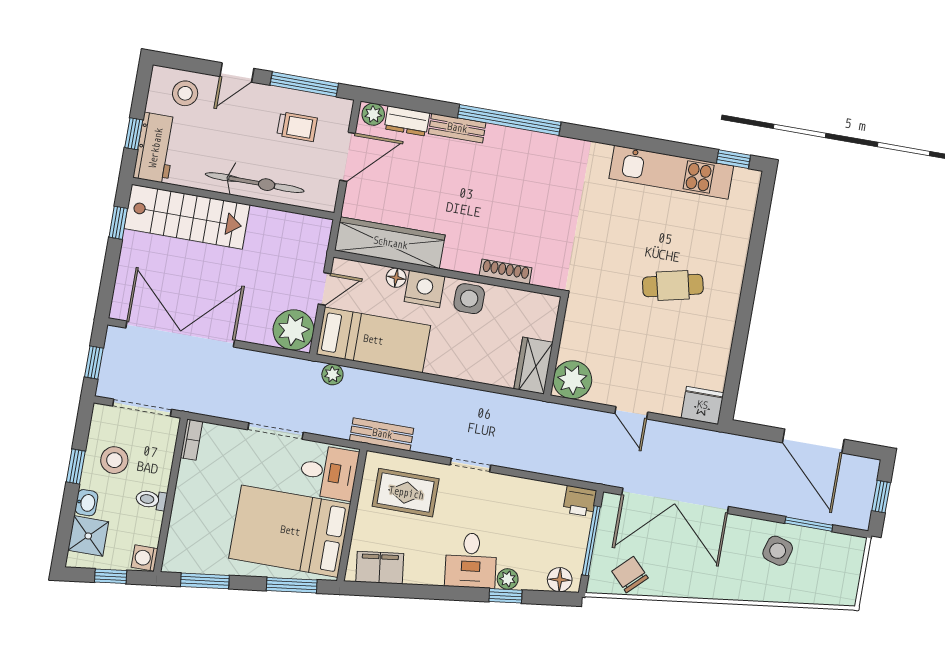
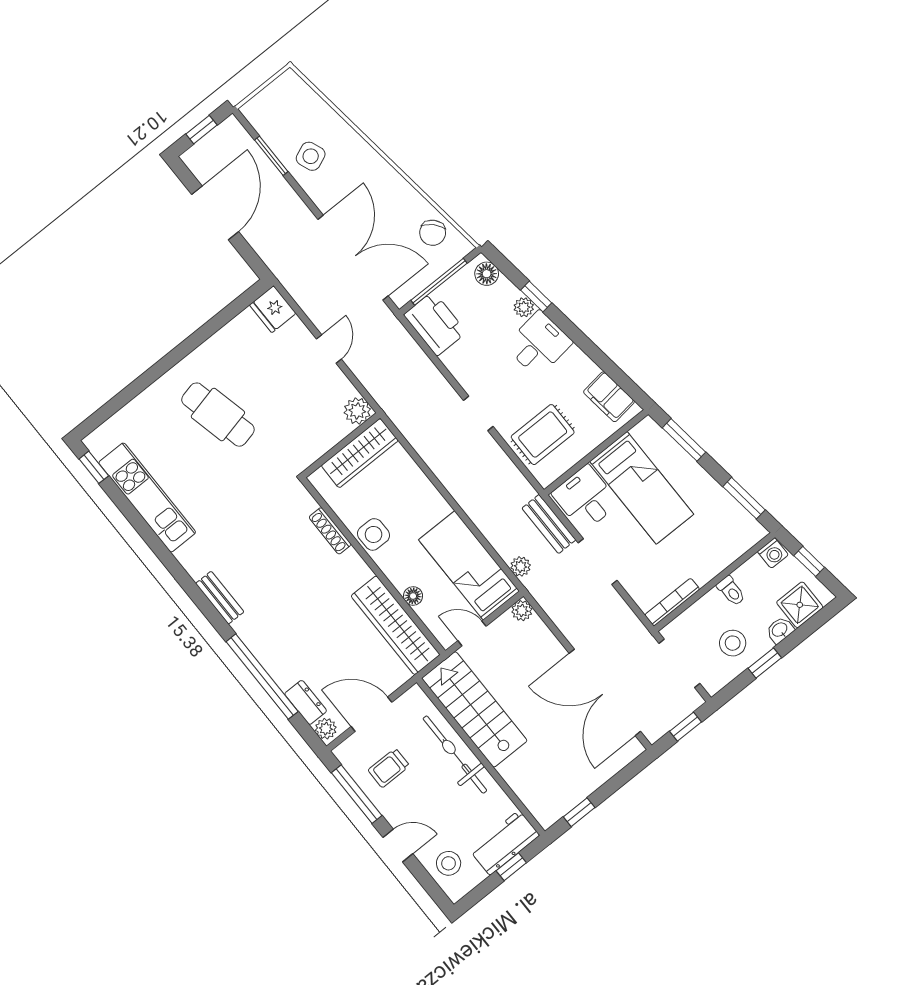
window: (509, 120) -> (262, 677), moved
trolley: (297, 127) -> (389, 768), turned -90
bench: (457, 128) -> (220, 598), moved
stairs: (187, 217) -> (474, 709), moved
cafe table: (673, 286) -> (218, 415), width x1.37, depth x1.35
nightstand: (424, 289) -> (400, 570), removed
plant: (293, 330) -> (522, 611), width x0.53, depth x0.53
wardrobe: (533, 366) -> (360, 453), width x1.50
plant: (572, 380) -> (357, 411), width x0.73, depth x0.73
bench: (382, 434) -> (549, 524), moved
bookcase: (192, 440) -> (672, 602), width x1.56
rug: (406, 493) -> (543, 435), turned 90
printer: (580, 501) -> (435, 324), width x1.87, depth x1.48
bed: (290, 531) -> (642, 488), width x0.67
side table: (778, 551) -> (311, 156), turned -38

